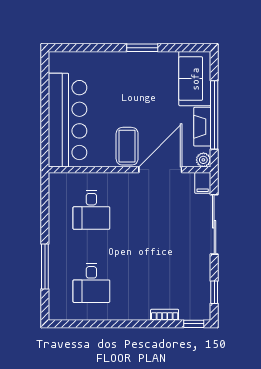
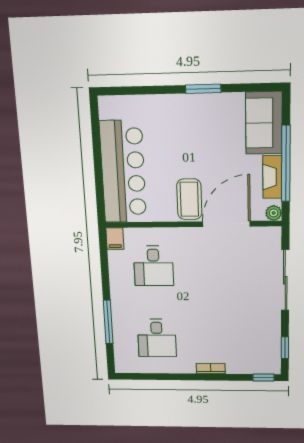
filing cabinet: (203, 183) -> (115, 239), moved
bookcase: (165, 315) -> (211, 369), moved

